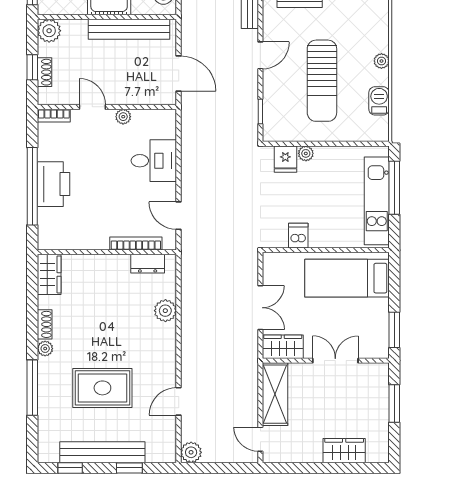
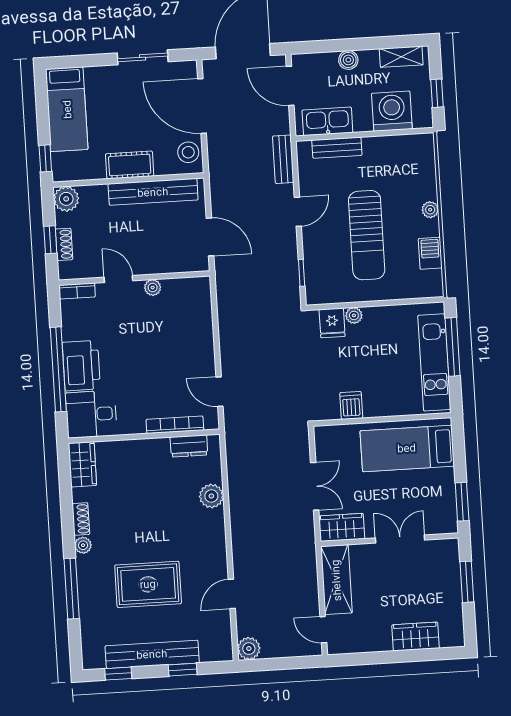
desk: (154, 161) -> (91, 414), moved, turned 180

